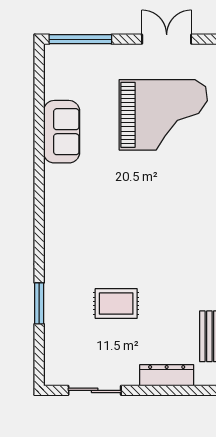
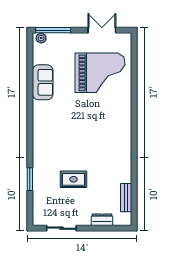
plant: (59, 53) -> (41, 38), added
dresser: (167, 375) -> (102, 220), width x0.70

